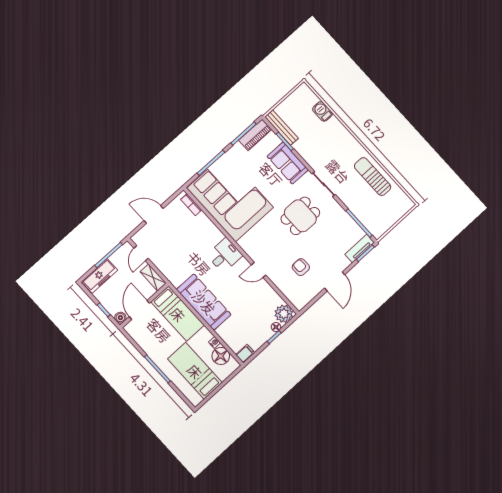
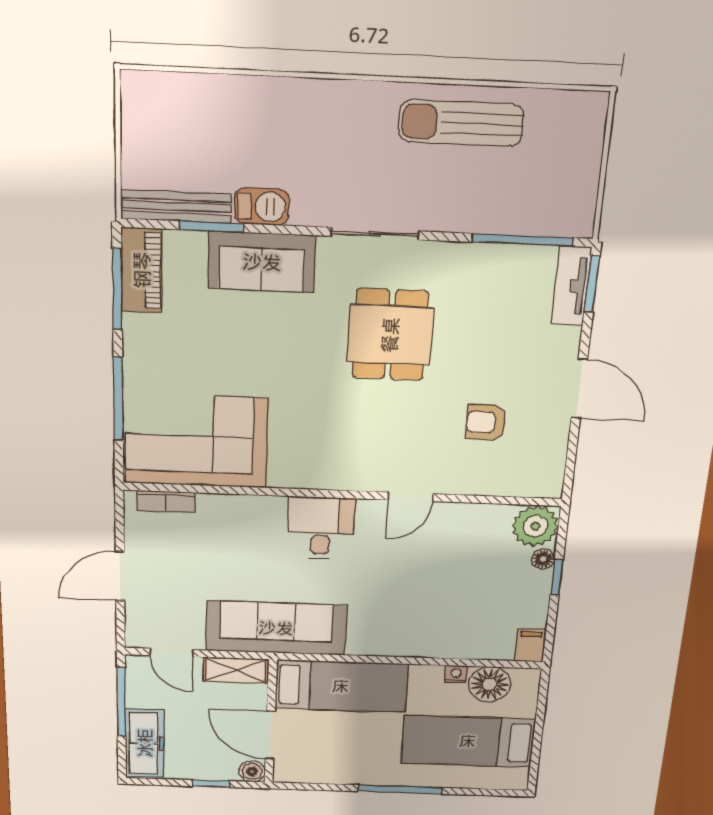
barbecue: (322, 111) -> (262, 206), moved, turned 180
corner sofa: (230, 198) -> (196, 441), width x0.73, depth x0.74
sofa: (204, 302) -> (276, 628), moved

